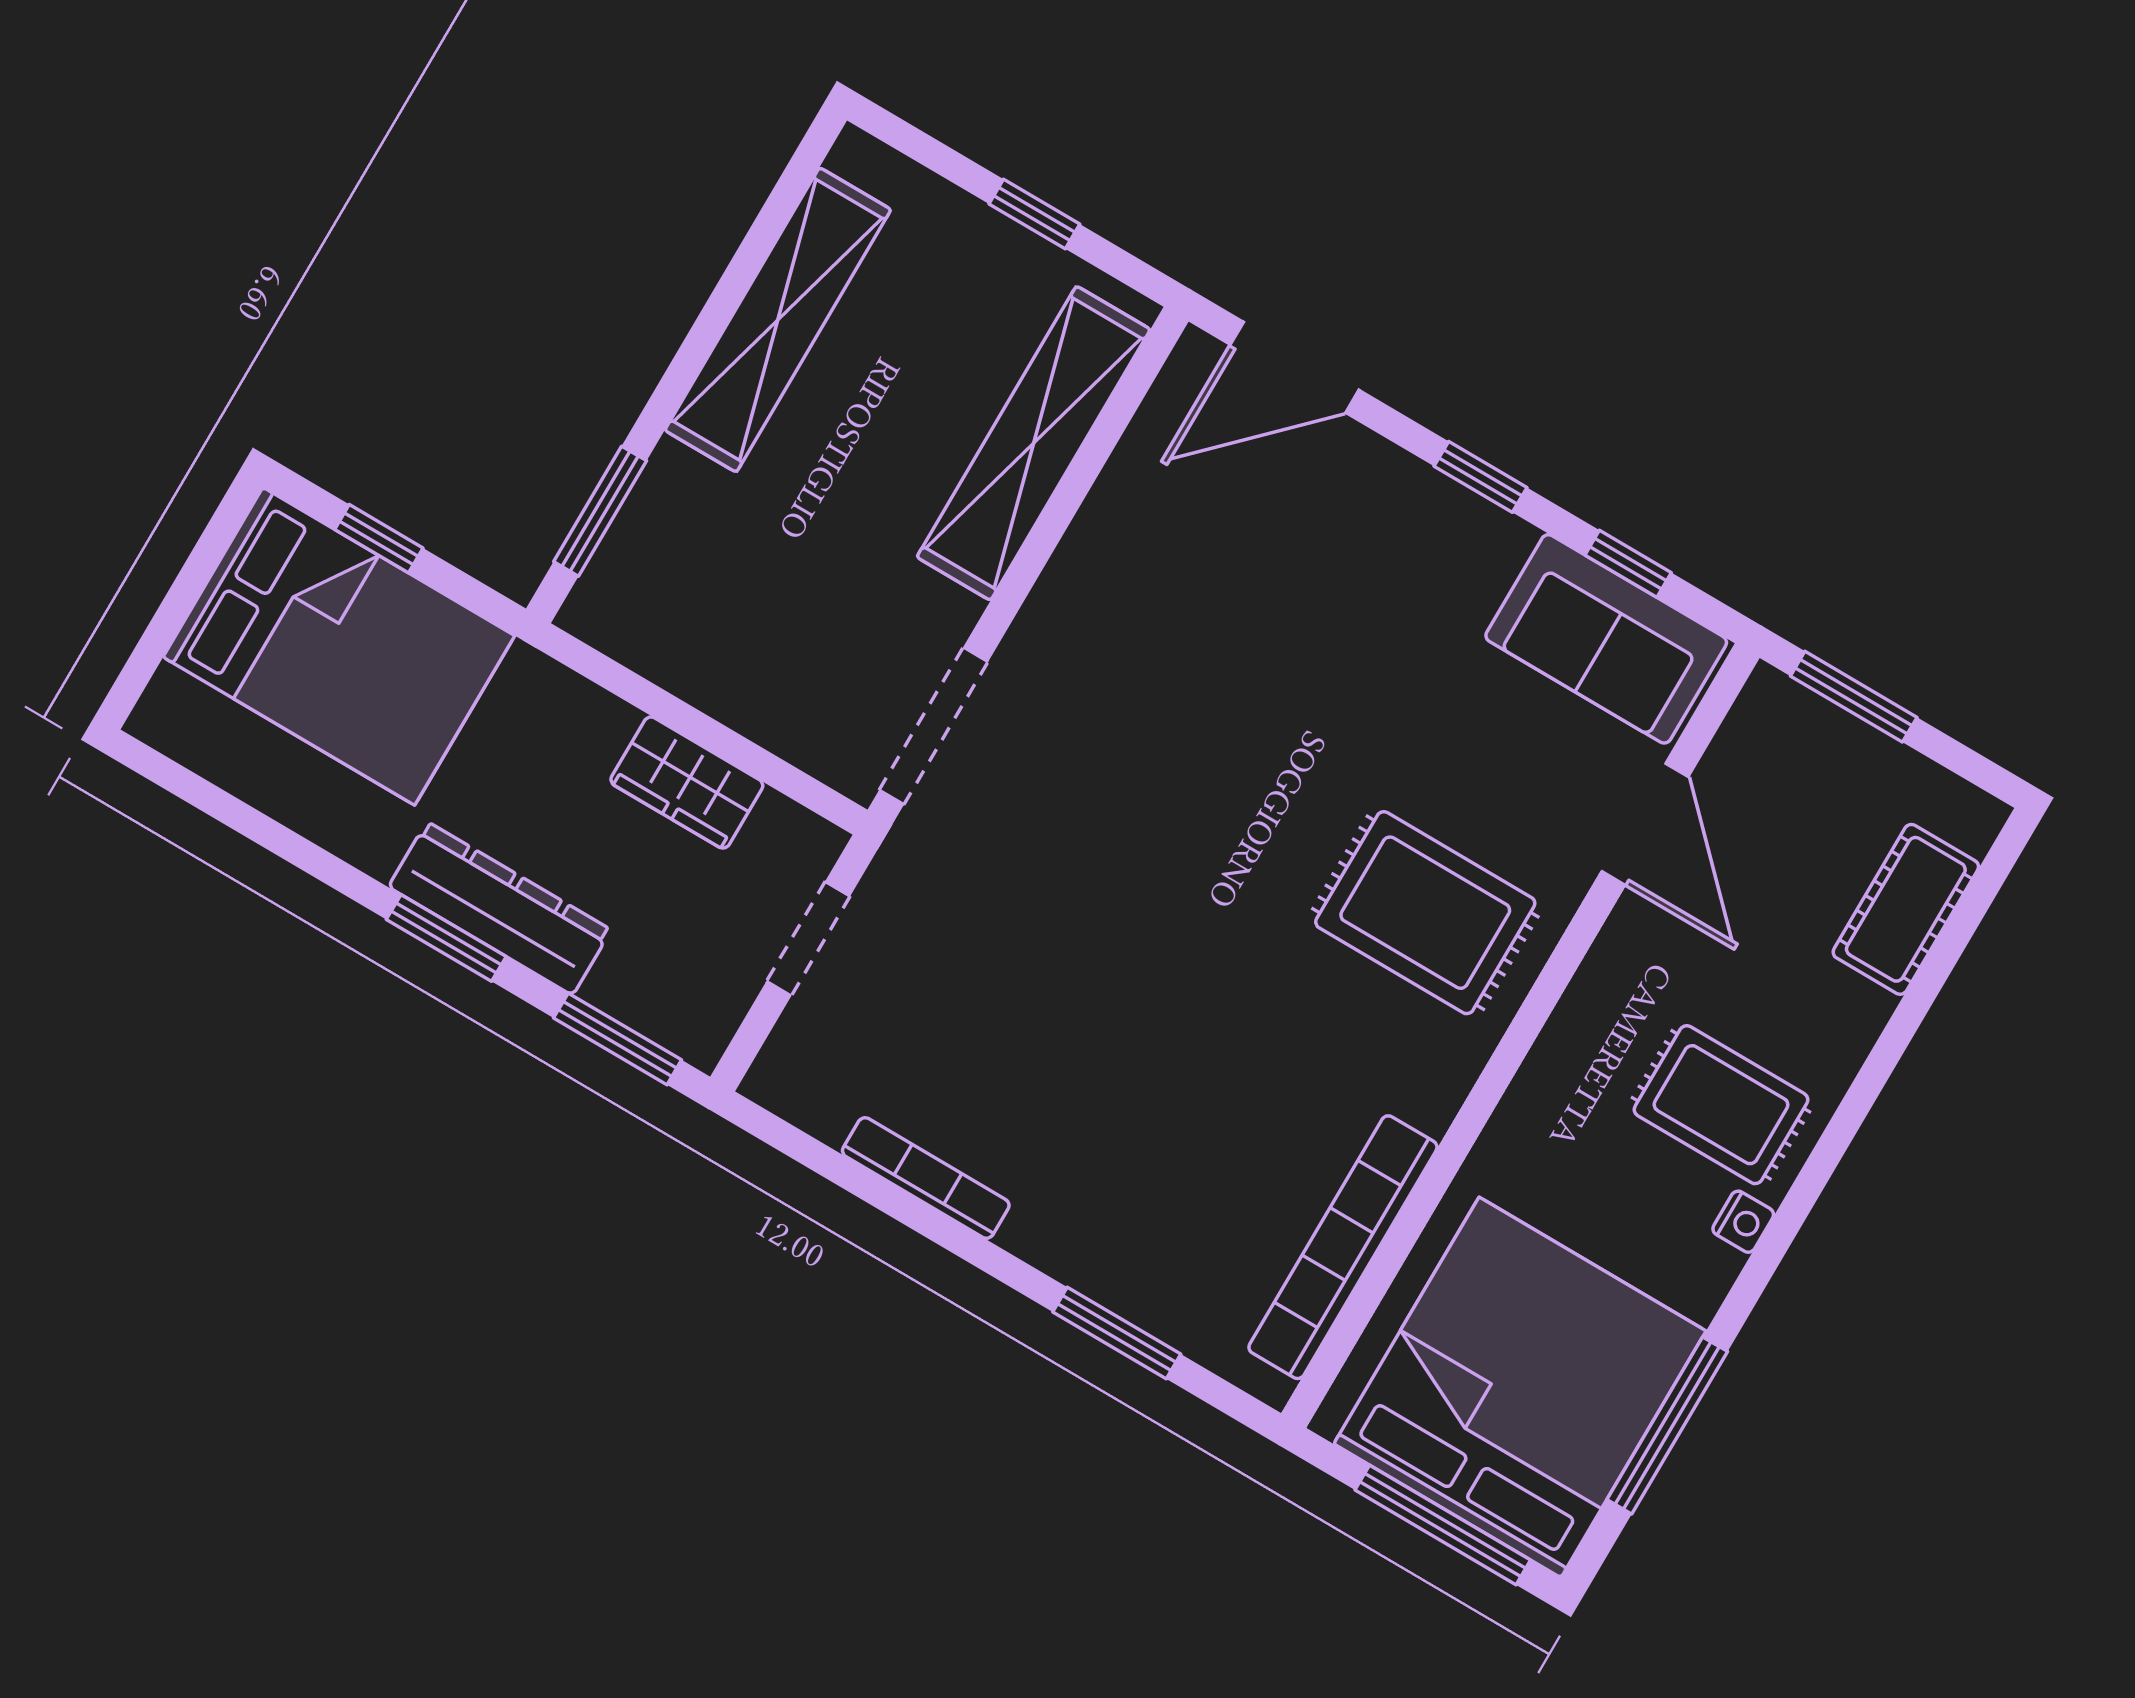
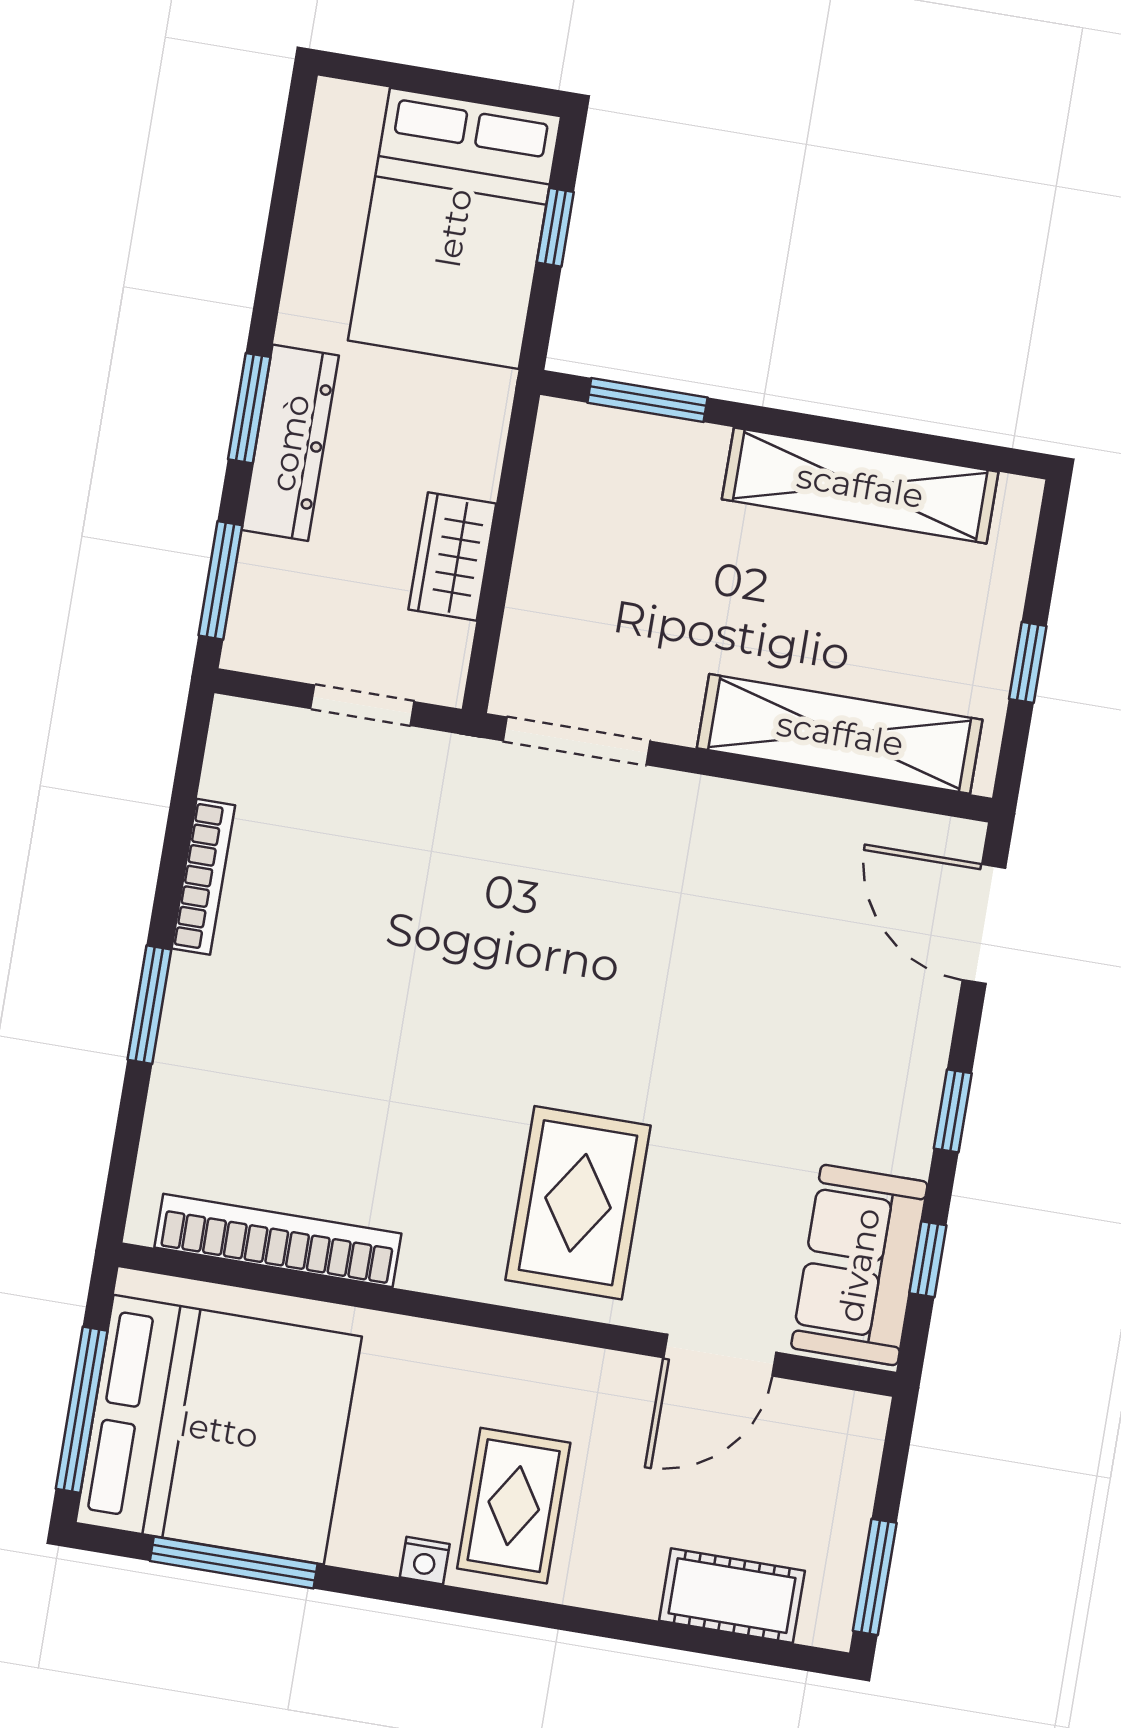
window: (1854, 697) -> (875, 1577), moved
window: (1117, 1333) -> (149, 1005), moved

